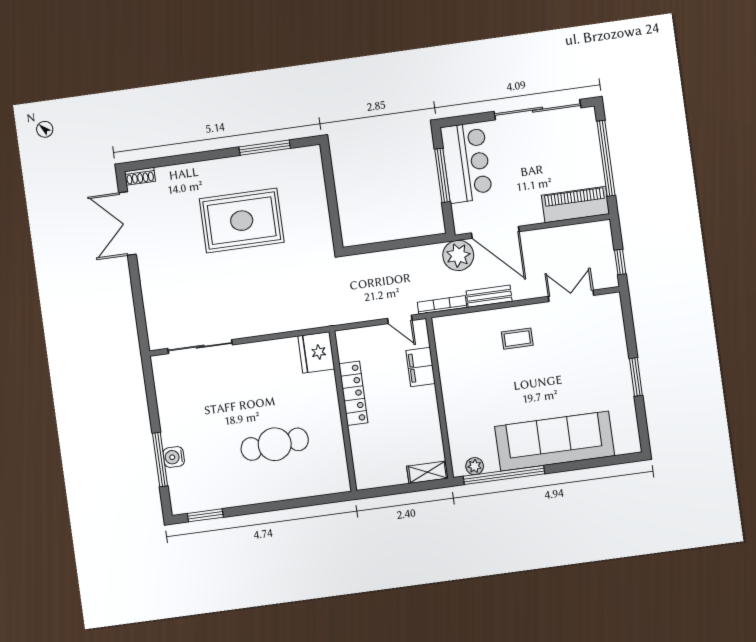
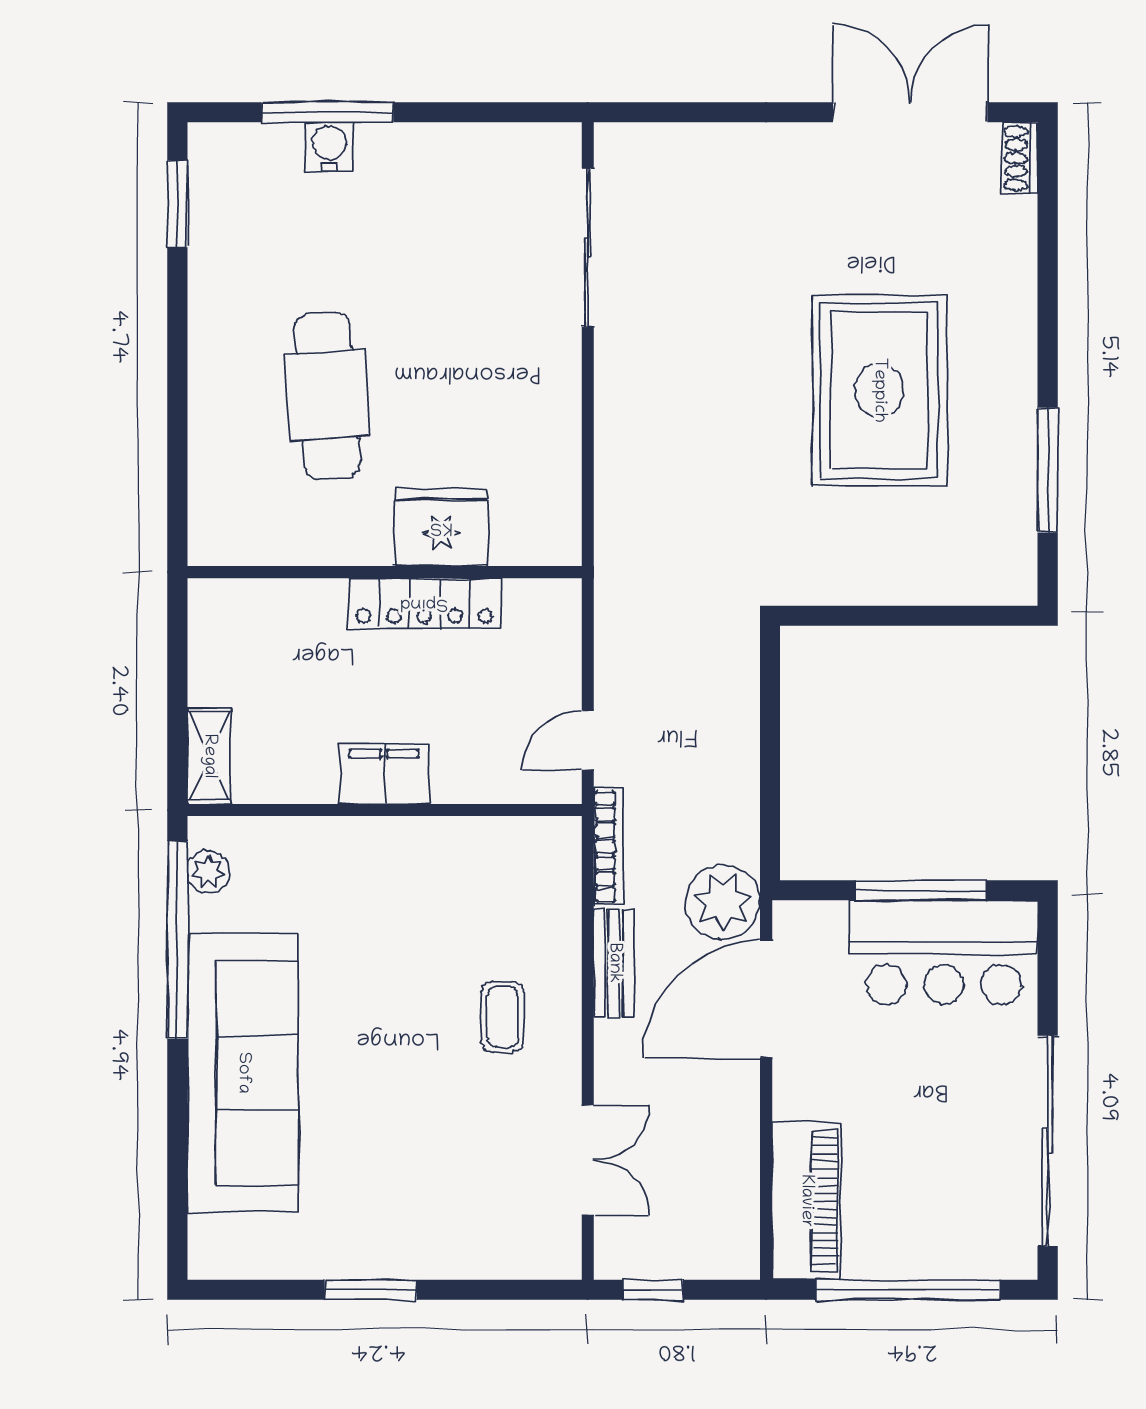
fridge: (316, 352) -> (441, 527), moved
filing cabinet: (421, 367) -> (384, 774), moved

